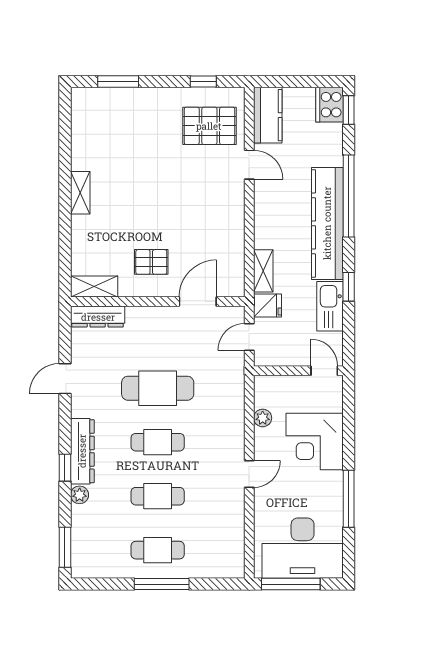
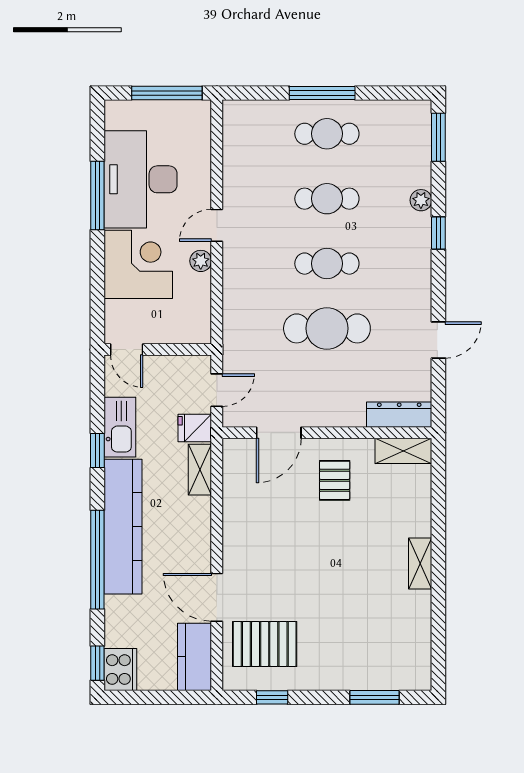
door: (249, 165) -> (217, 597), width x1.38
pallet: (151, 262) -> (335, 480), turned 90
plant: (263, 418) -> (201, 261), moved
dresser: (82, 451) -> (418, 253), removed
desk: (303, 548) -> (140, 179), moved, turned -90

